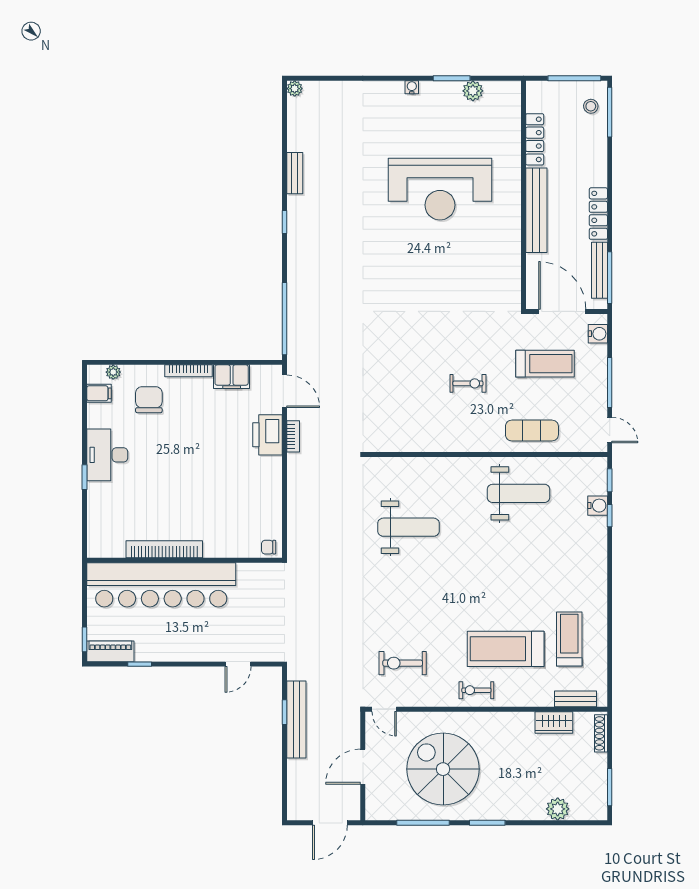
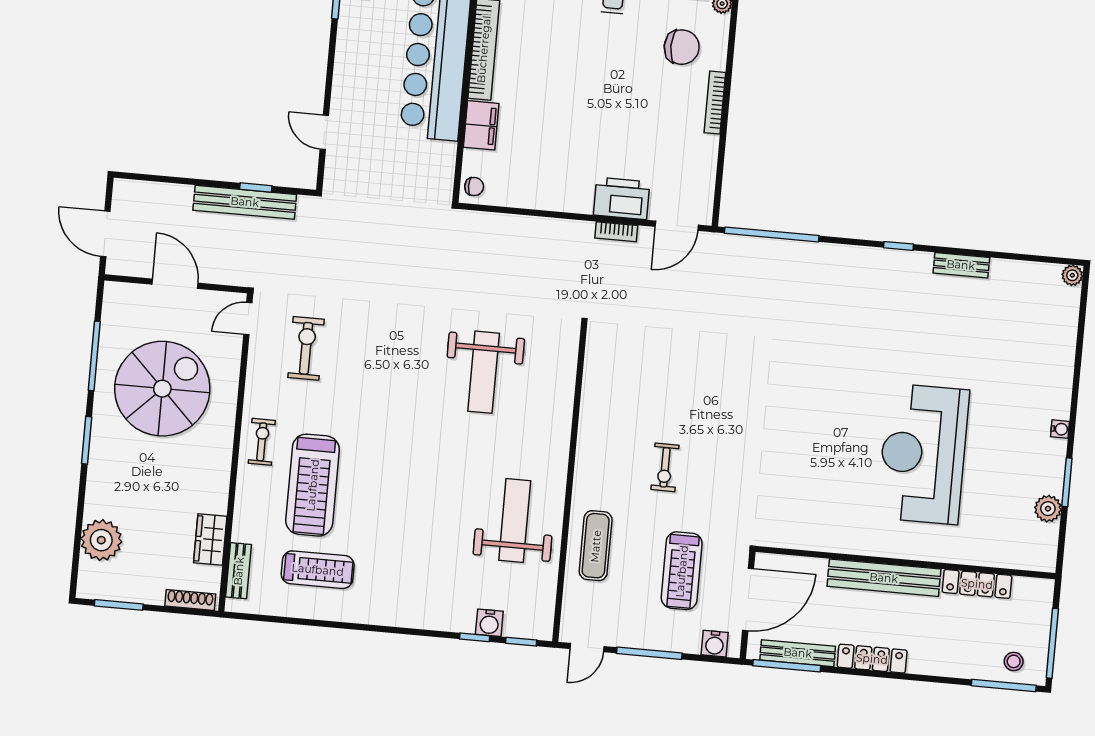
filing cabinet: (232, 377) -> (481, 125), moved, turned 180
weight bench: (519, 493) -> (515, 521), turned 180
chair: (269, 547) -> (474, 186), turned 90
treadmill: (506, 649) -> (313, 485), turned 180
plant: (558, 809) -> (101, 540), width x1.36, depth x1.36

